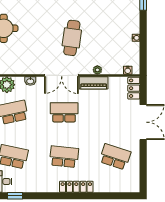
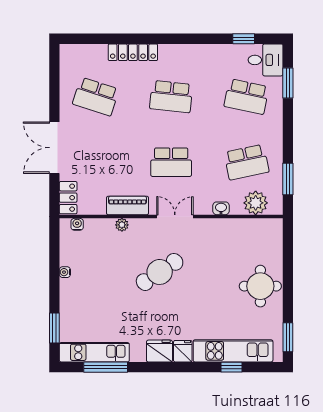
cafe table: (72, 38) -> (160, 272), turned 48
double door: (62, 75) -> (175, 217), width x0.73
locker: (76, 187) -> (133, 52), moved

